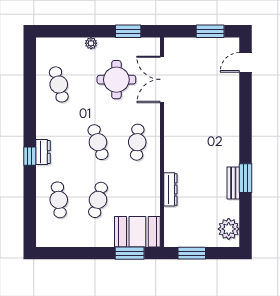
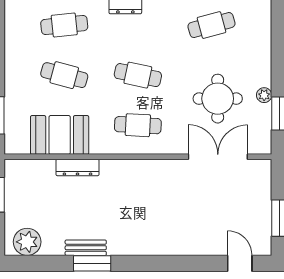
plant: (91, 43) -> (264, 95), moved
cafe table: (98, 142) -> (138, 75), turned 30
booth: (137, 232) -> (60, 135), moved, turned 90

